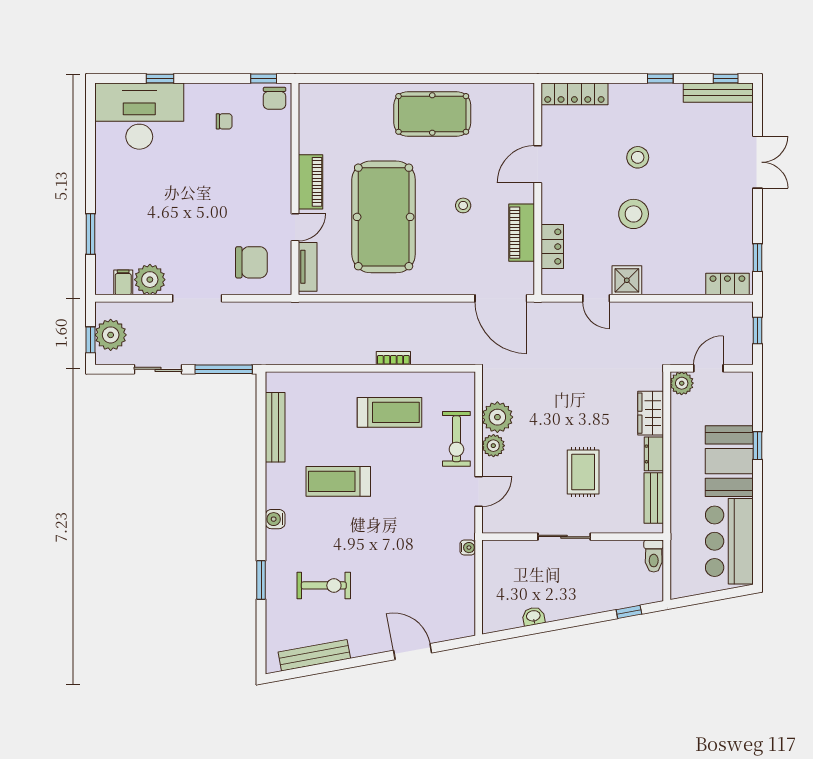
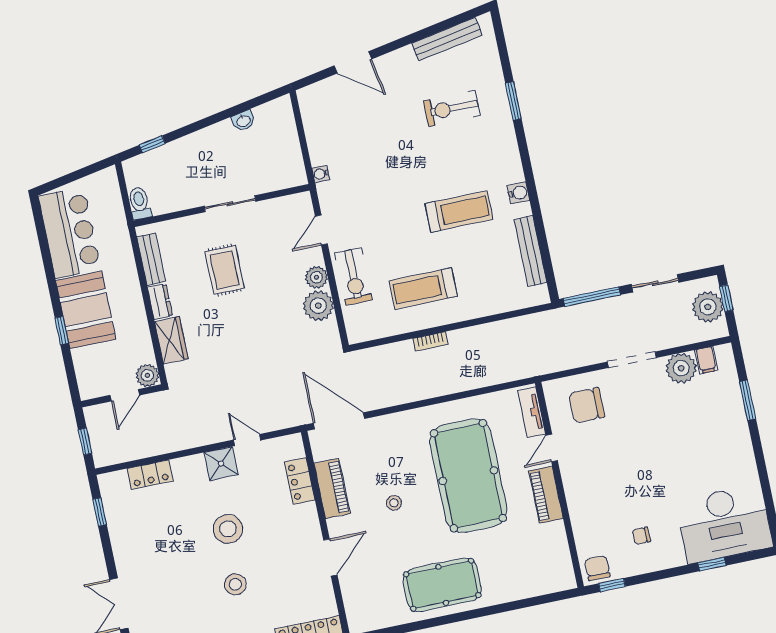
locker: (727, 284) -> (150, 475), moved
exercise bike: (456, 439) -> (353, 276), turned 180
water cooler: (275, 519) -> (518, 193), moved

